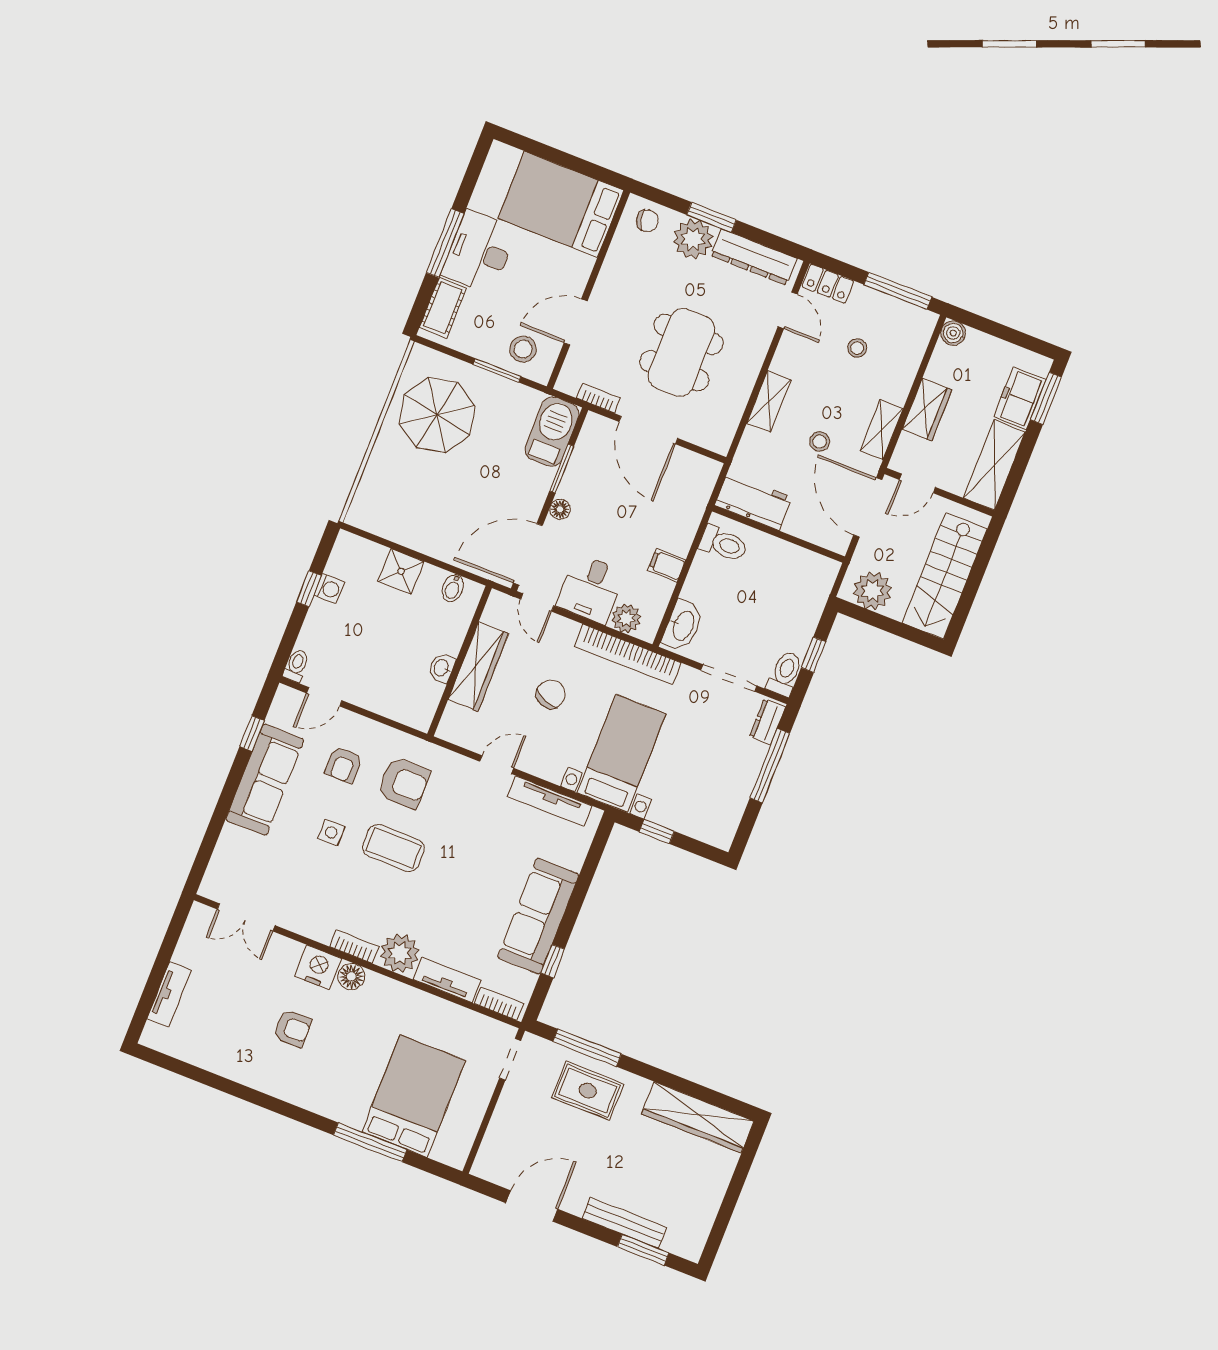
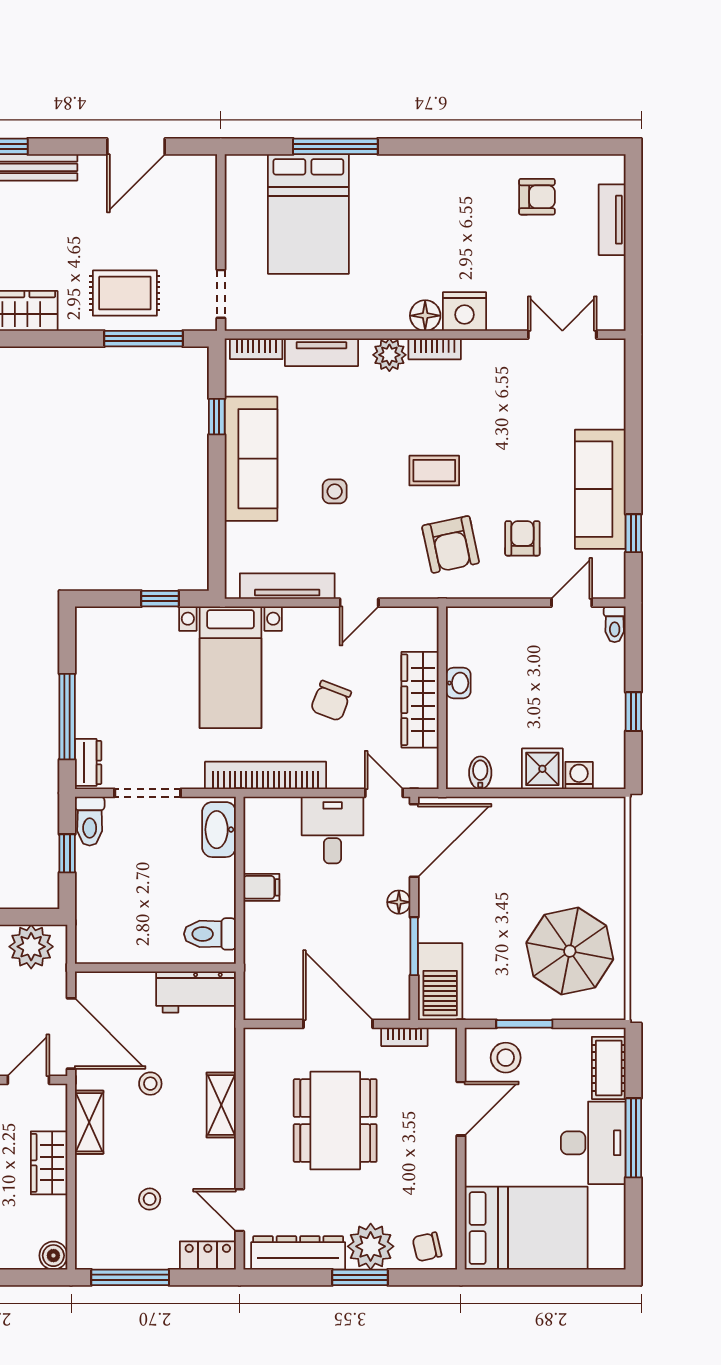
washing machine: (329, 589) -> (579, 776), moved, turned 90
plant: (626, 618) -> (282, 814), removed
armchair: (404, 783) -> (451, 544), turned -102
side table: (331, 832) -> (335, 491), moved
coffee table: (393, 848) -> (434, 471), width x0.73, depth x0.77
plant: (400, 953) -> (389, 355), width x0.73, depth x0.73
armchair: (292, 1028) -> (537, 197), moved, turned 180

